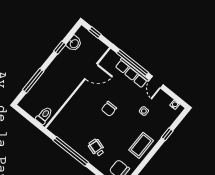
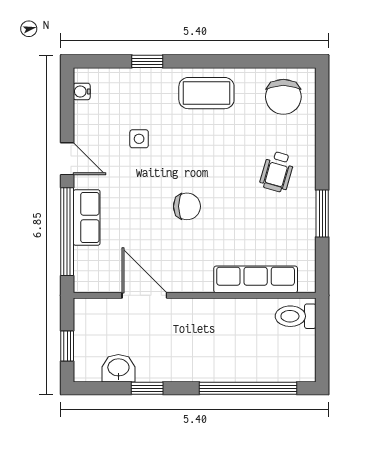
row of seats: (132, 73) -> (87, 217), width x0.68
window: (33, 81) -> (248, 388), width x1.46
door: (156, 82) -> (67, 159), hinge flipped
row of seats: (67, 112) -> (256, 279), added
window: (71, 151) -> (322, 214), width x0.47

